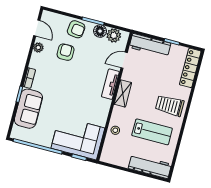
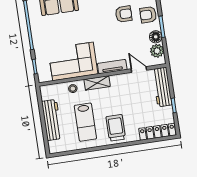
armchair: (76, 29) -> (148, 15), turned 83
shelving: (123, 93) -> (97, 83), moved
corner sofa: (78, 138) -> (73, 61), moved, turned -90
workbench: (150, 166) -> (52, 120), moved

